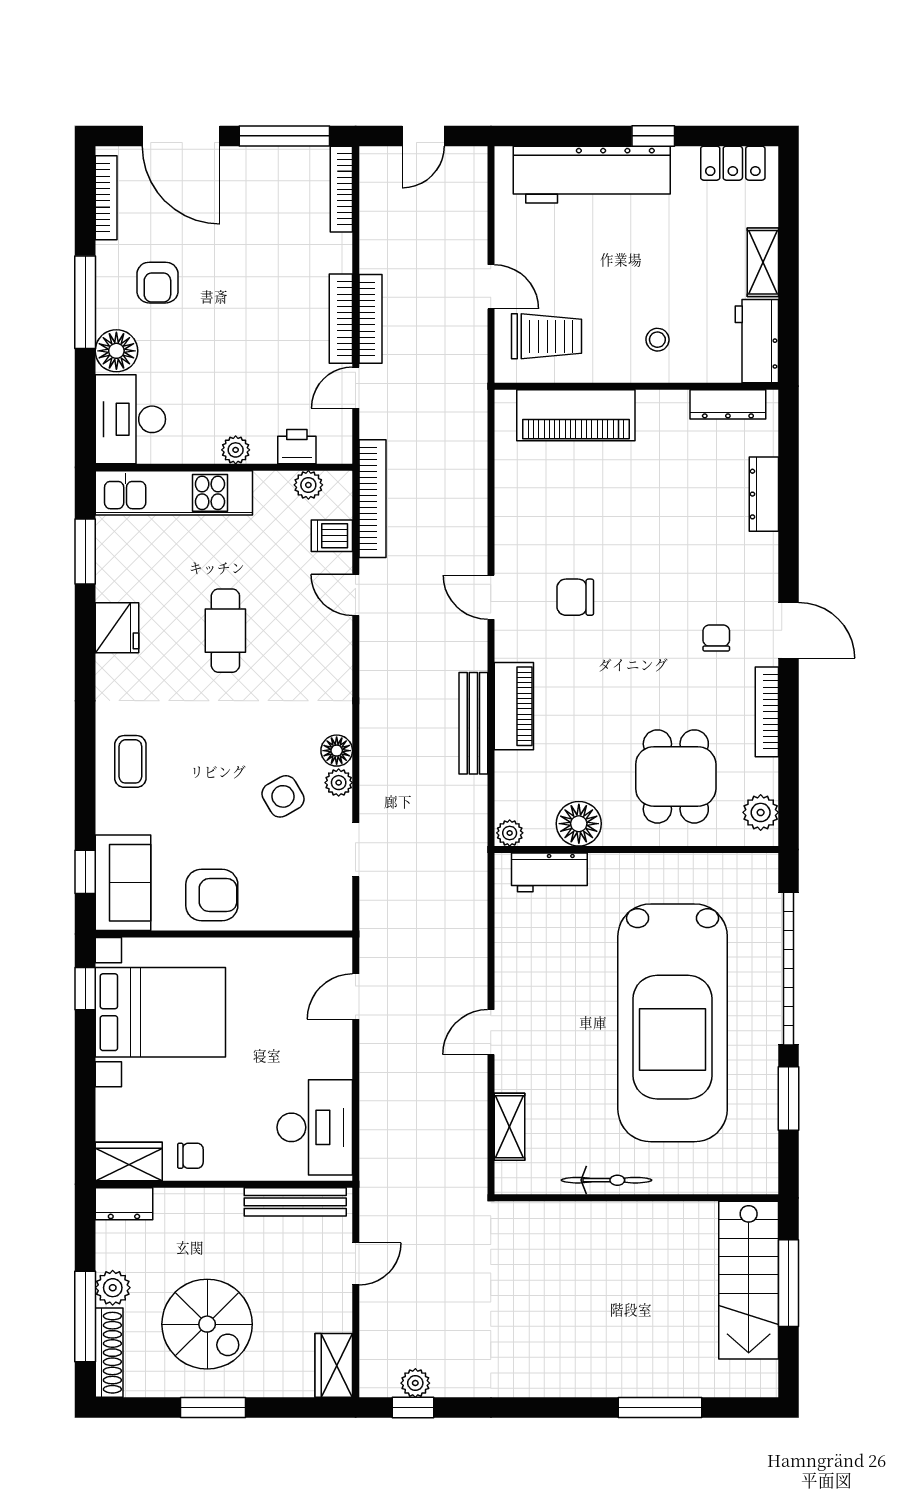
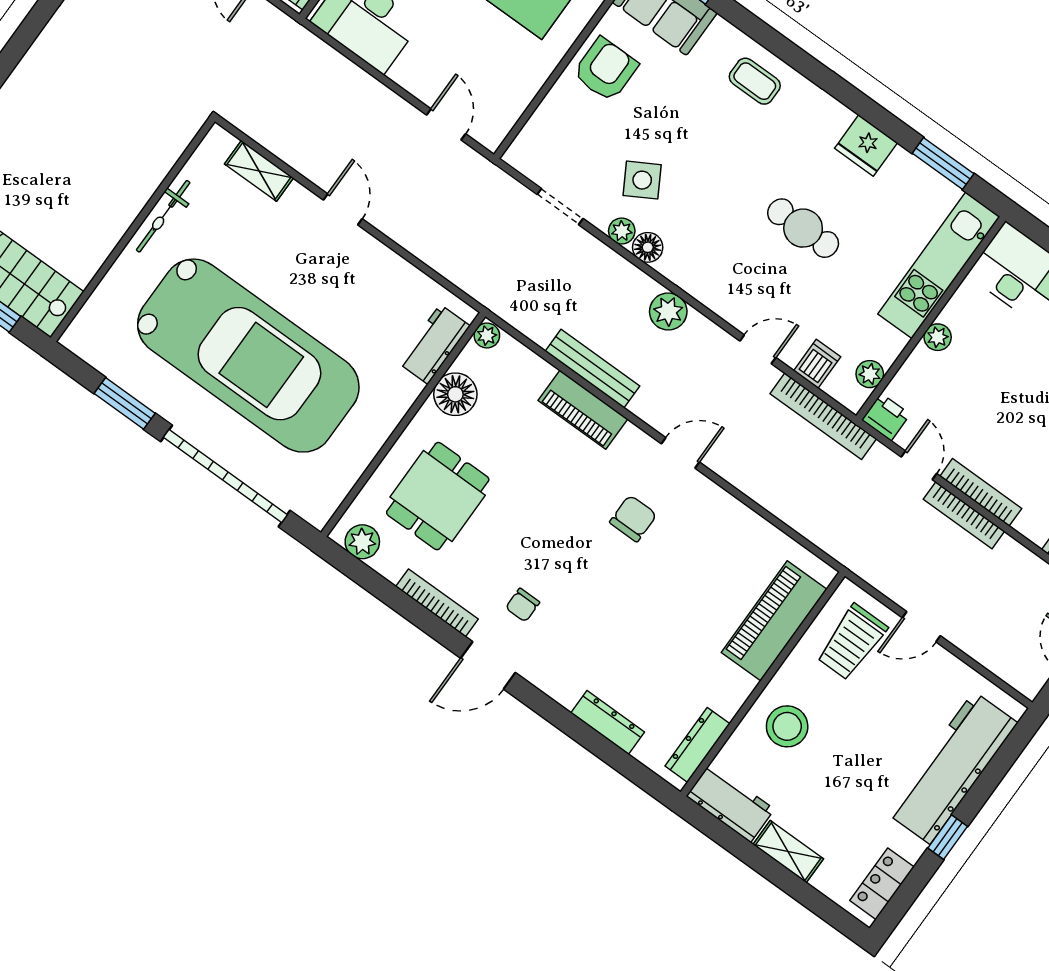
stool: (657, 340) -> (787, 726), width x1.89, depth x1.89
printer: (297, 447) -> (886, 417), moved, turned -90
chair: (716, 638) -> (523, 605), turned 90
plant: (378, 694) -> (668, 311), added
dining table: (676, 776) -> (438, 496), turned 90
armchair: (212, 895) -> (605, 70), turned 180
car: (673, 1023) -> (248, 356), turned 180

